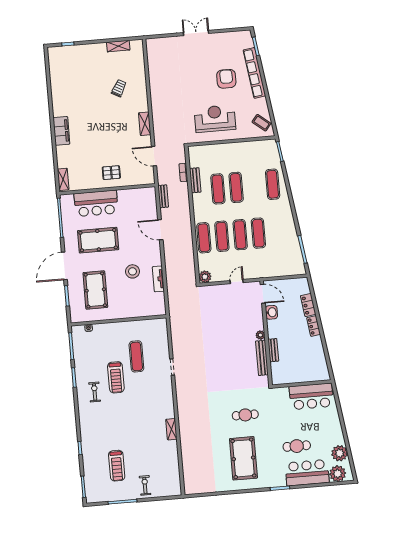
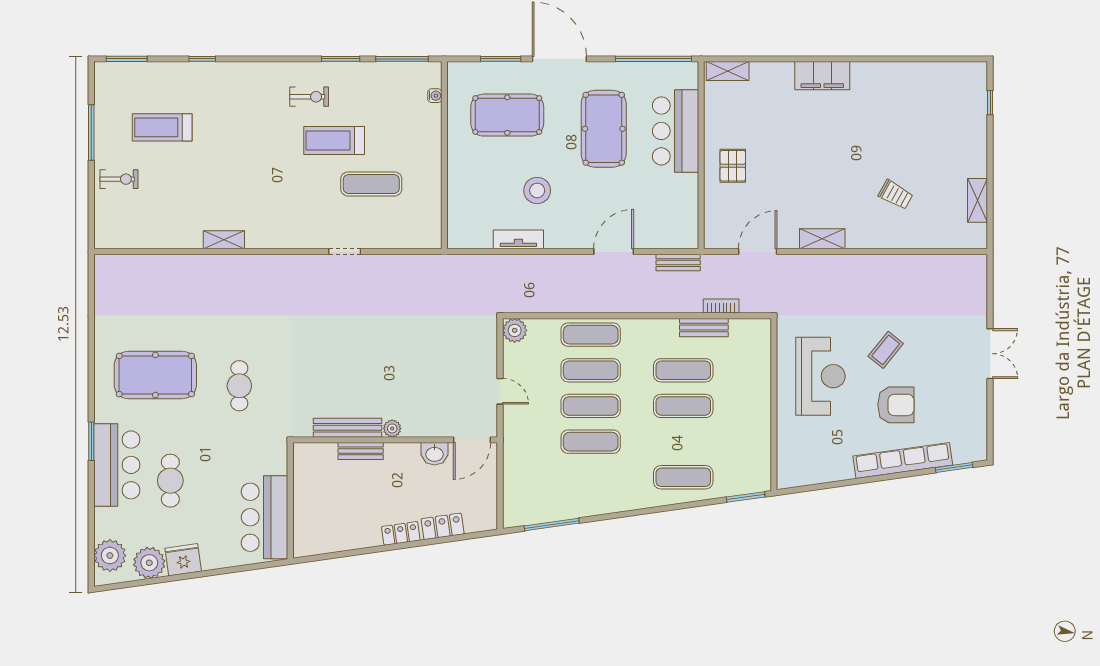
coffee table: (261, 123) -> (886, 350), moved
fridge: (337, 436) -> (183, 560), added
bar counter: (307, 473) -> (117, 465), moved

